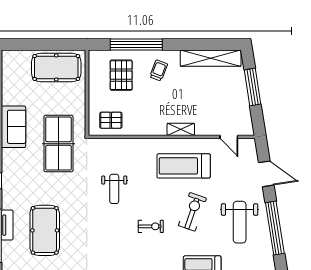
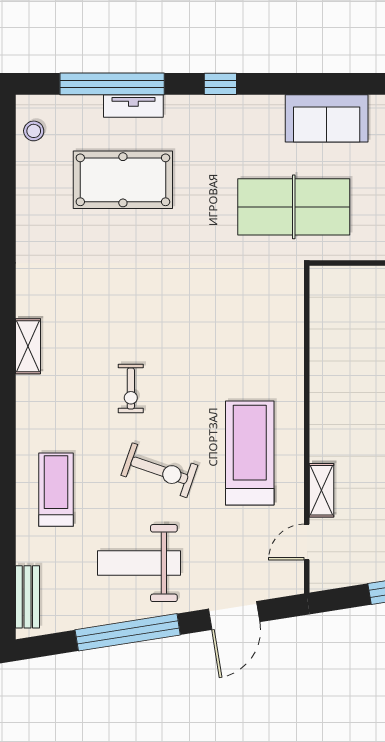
pallet: (111, 120) -> (340, 310), removed
shelving: (181, 129) -> (322, 490), moved
weight bench: (114, 189) -> (205, 317), removed

